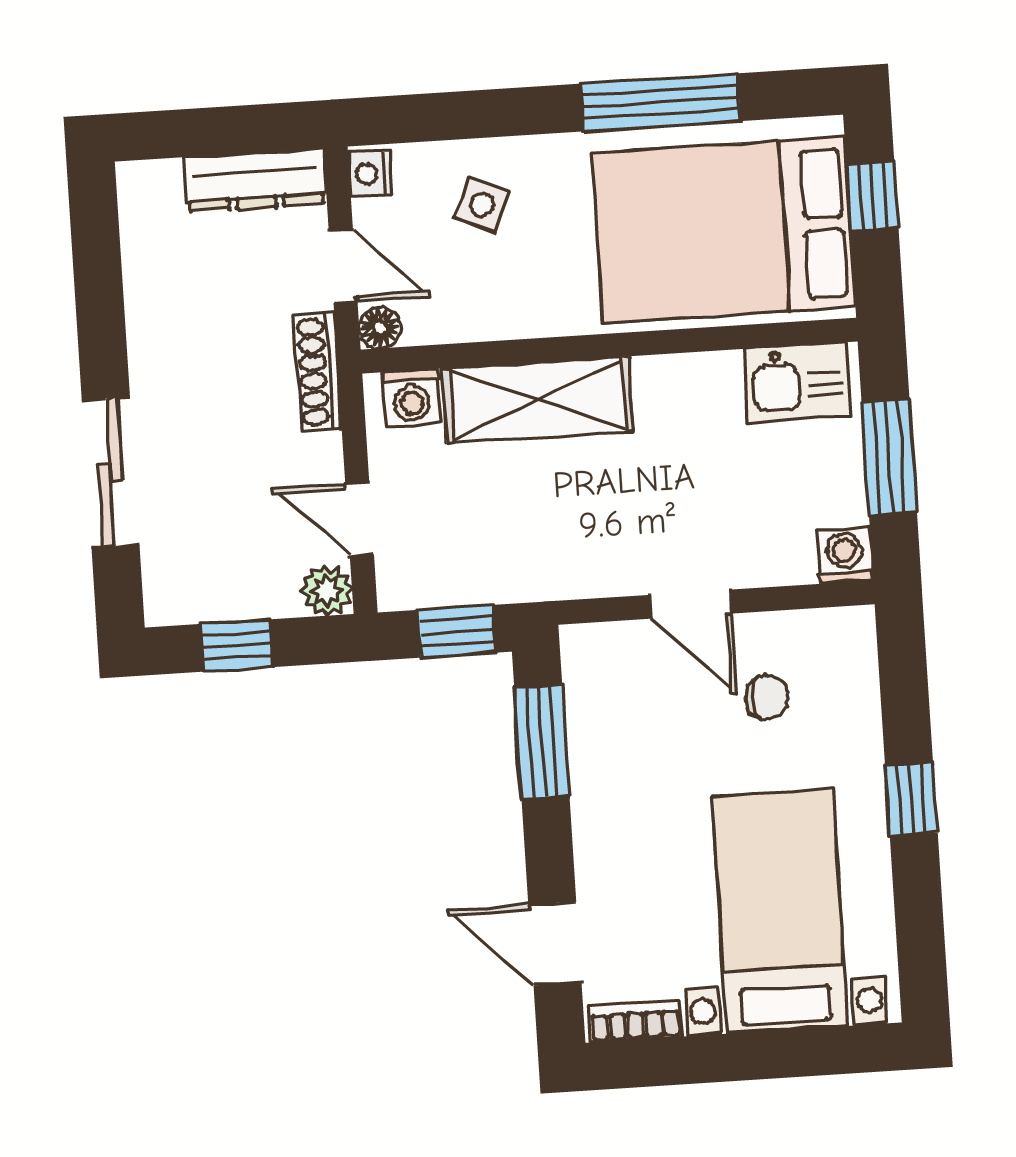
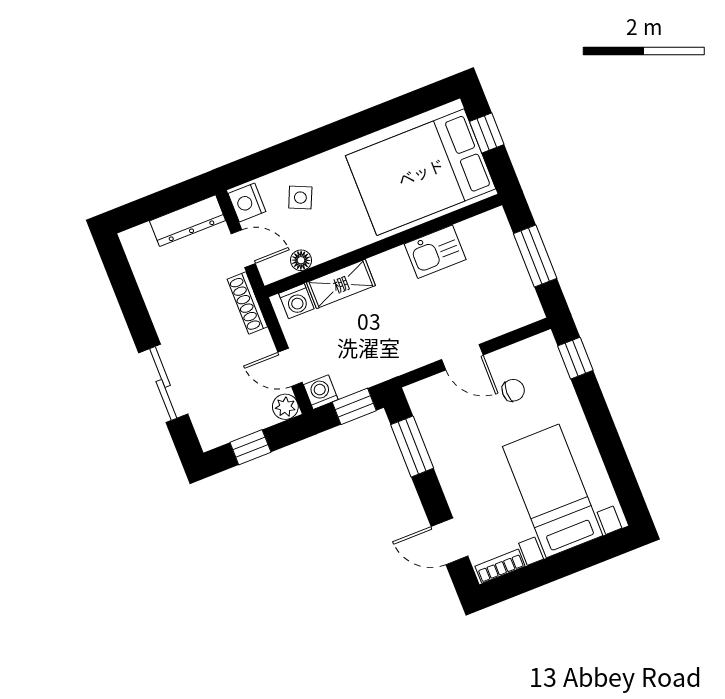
window: (661, 102) -> (370, 121), removed
nightstand: (370, 174) -> (247, 202), width x1.39, depth x1.35
floor lamp: (380, 328) -> (301, 260), moved
kitchen sink: (797, 383) -> (435, 252), moved
shelving: (538, 400) -> (341, 284), width x0.67, depth x0.75
washing machine: (845, 555) -> (321, 392), moved
window: (911, 799) -> (575, 358), moved

